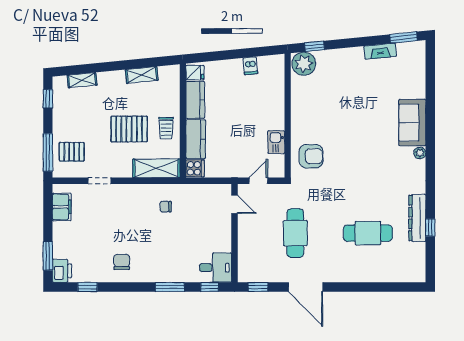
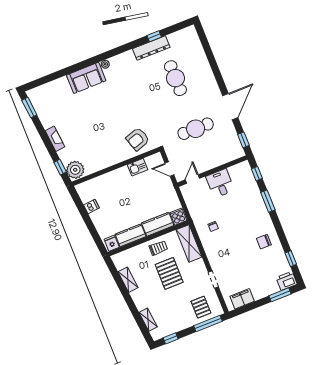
fireplace: (380, 51) -> (55, 139), moved
armchair: (311, 156) -> (138, 139), turned -108
desk: (215, 268) -> (220, 183), moved

